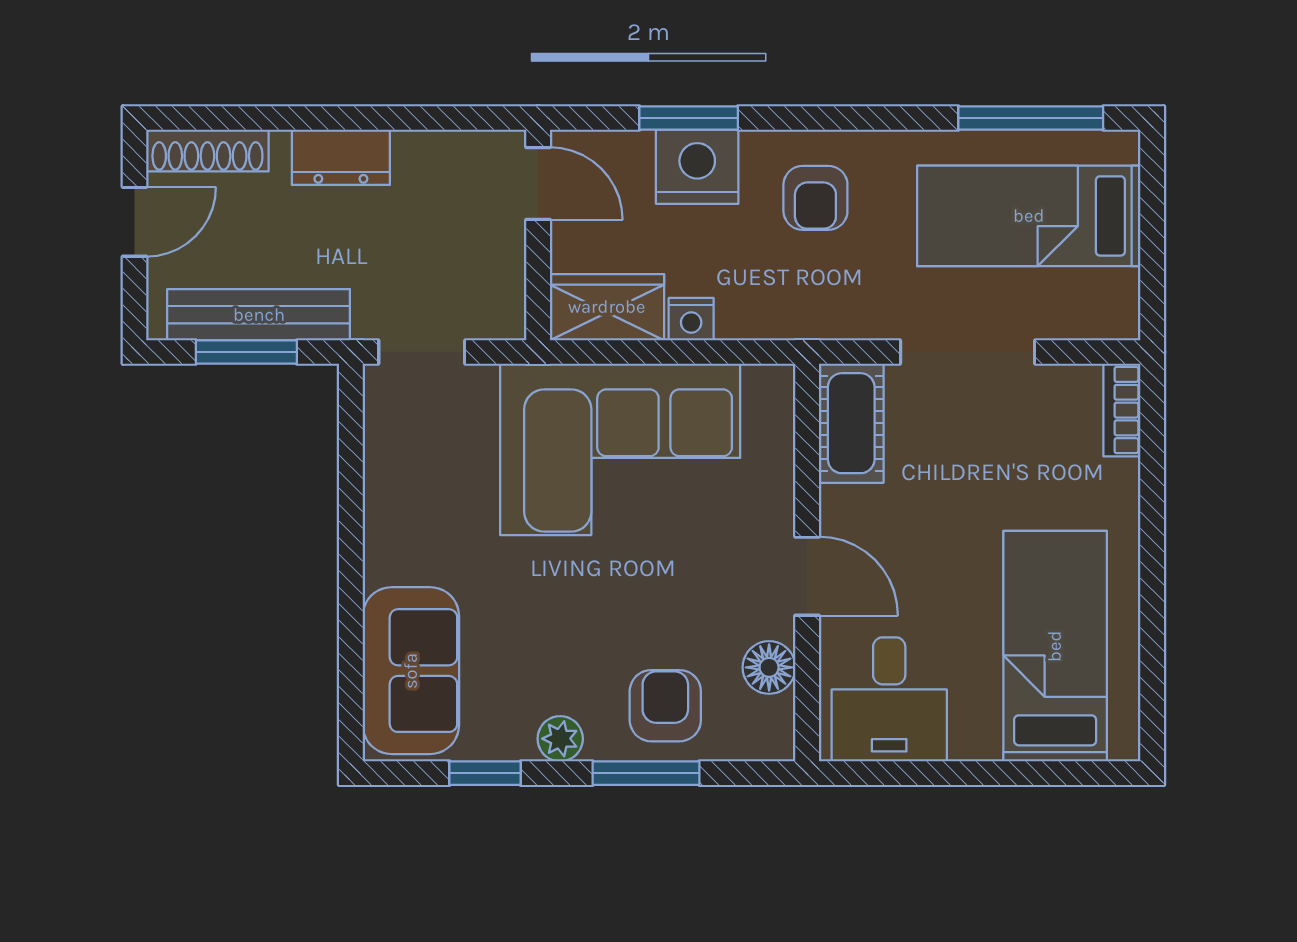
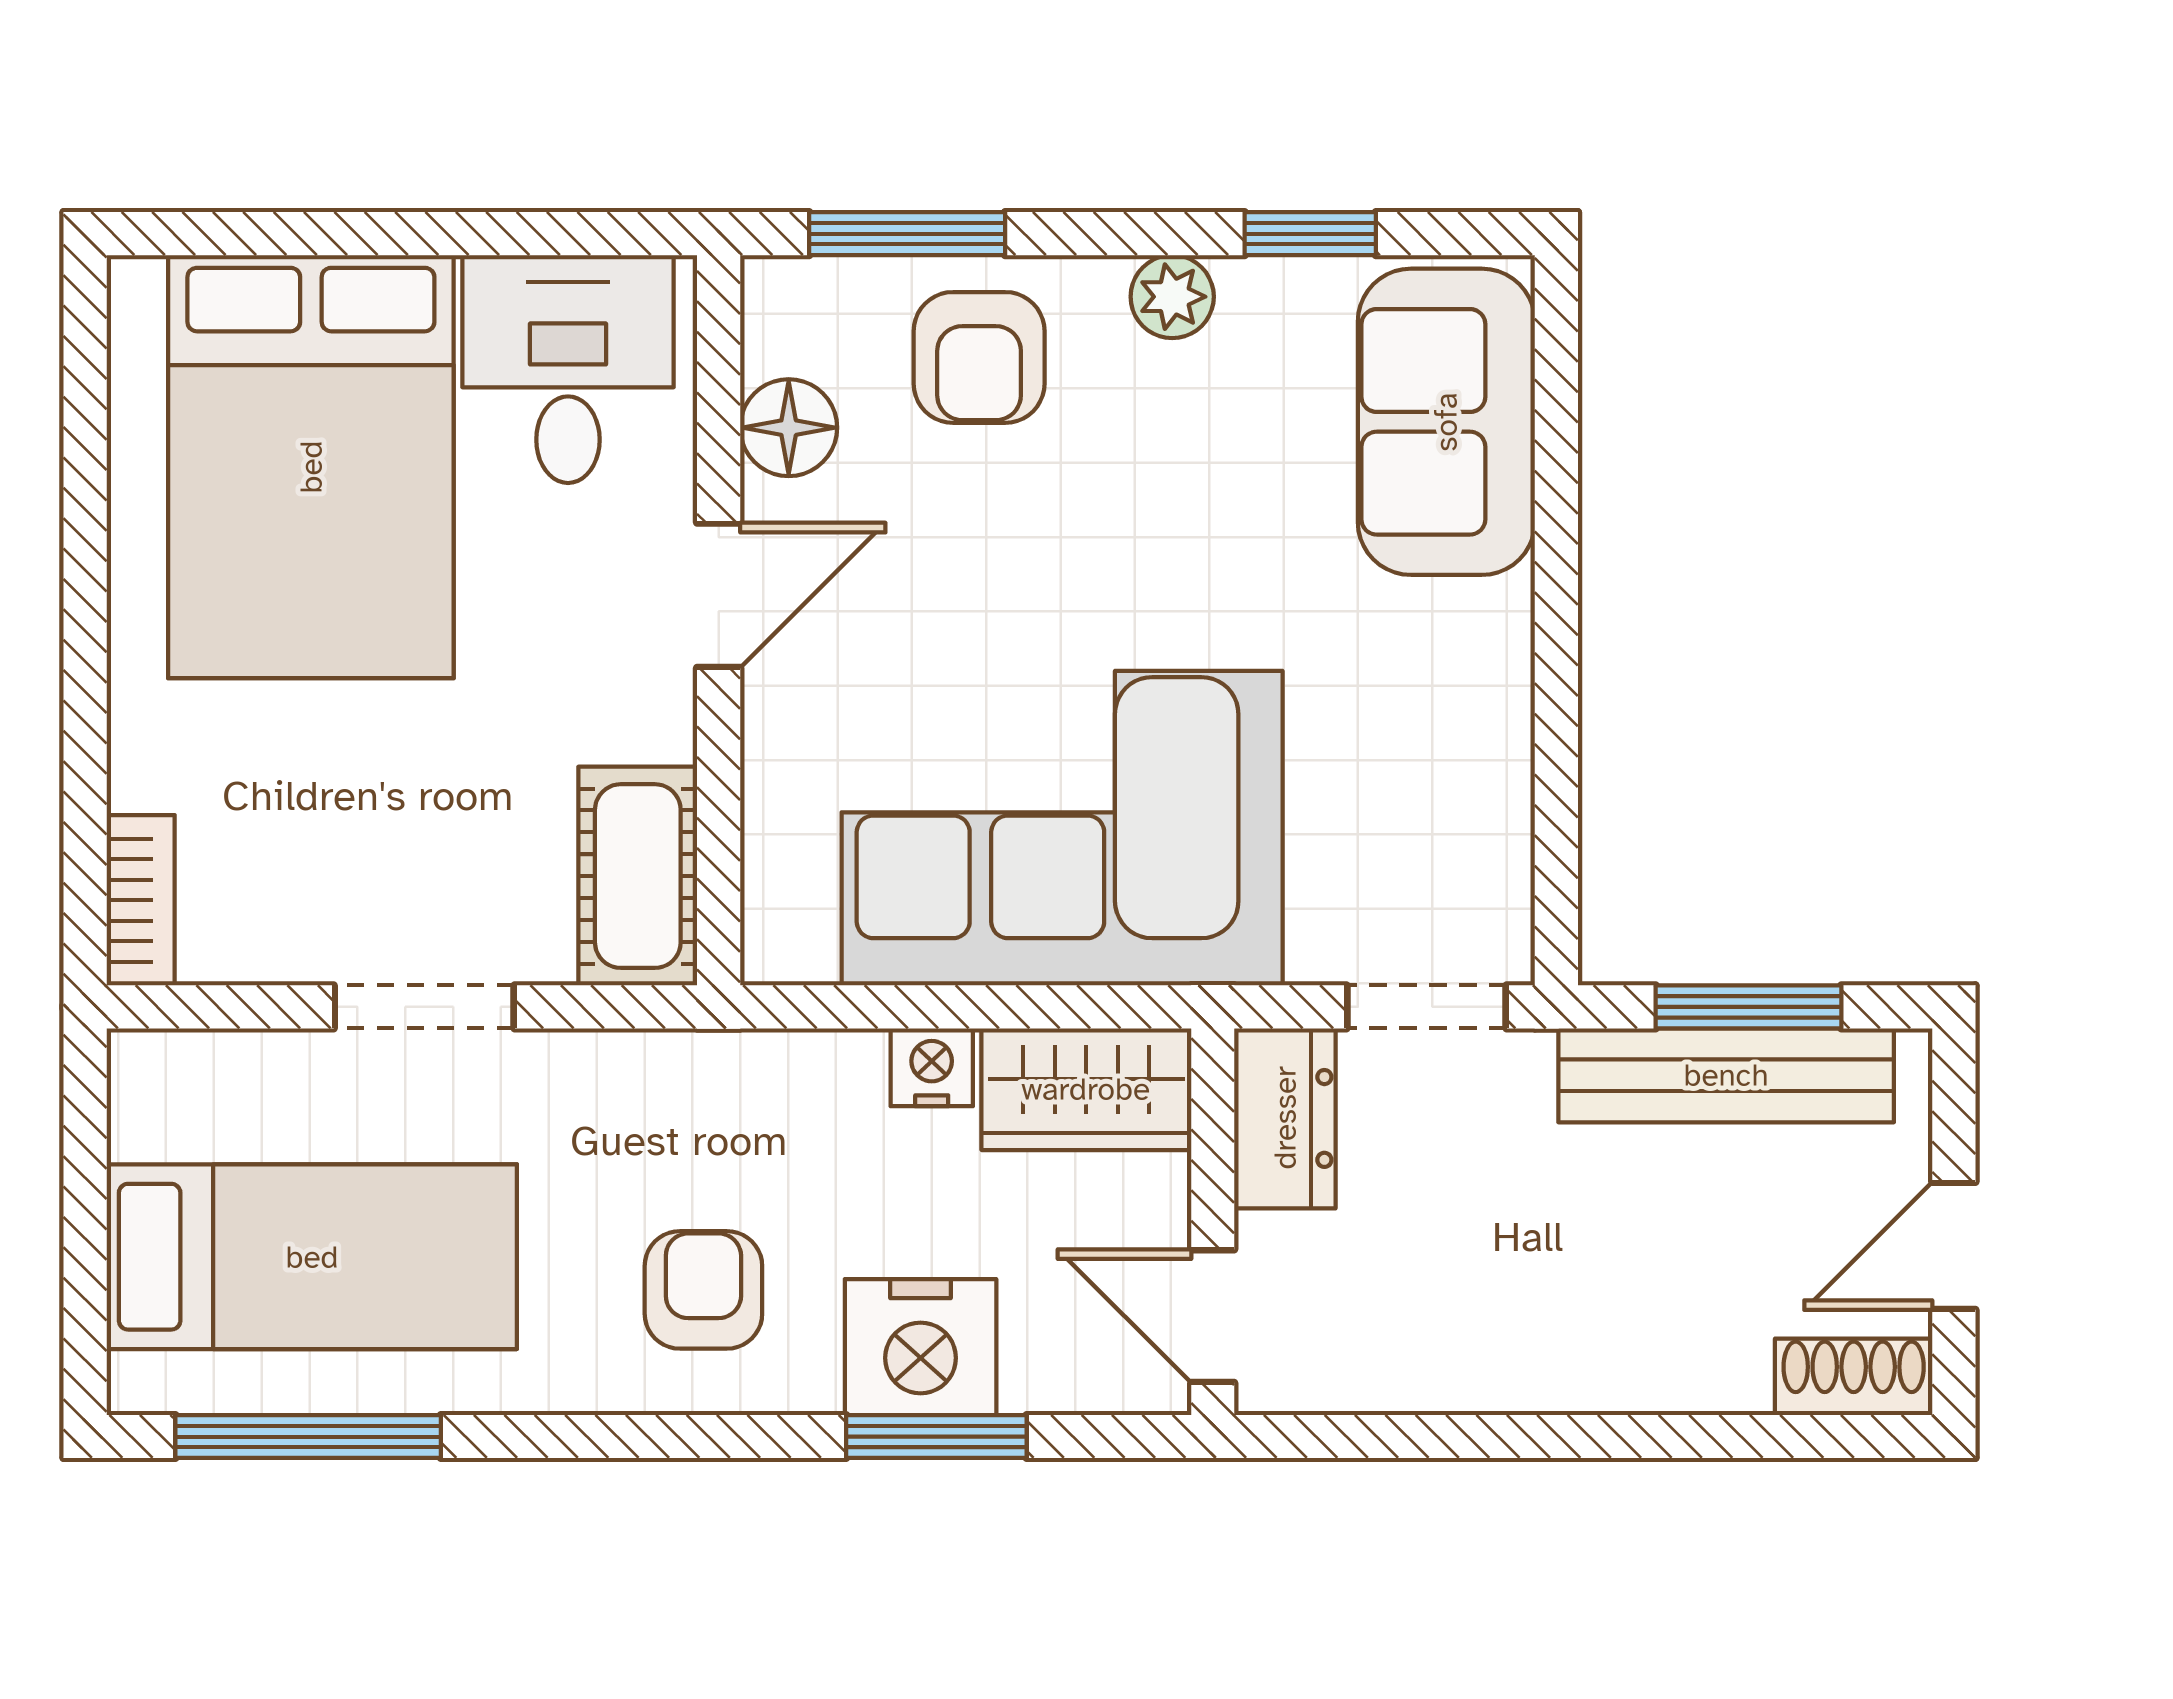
shoe rack: (207, 151) -> (1854, 1377), width x0.70
dresser: (341, 157) -> (1285, 1118), moved, turned 90
doorway: (968, 352) -> (424, 1007), width x0.73
door: (807, 576) -> (719, 595), swing flipped
bed: (1055, 646) -> (311, 467), width x1.50
window: (646, 773) -> (907, 234), moved

